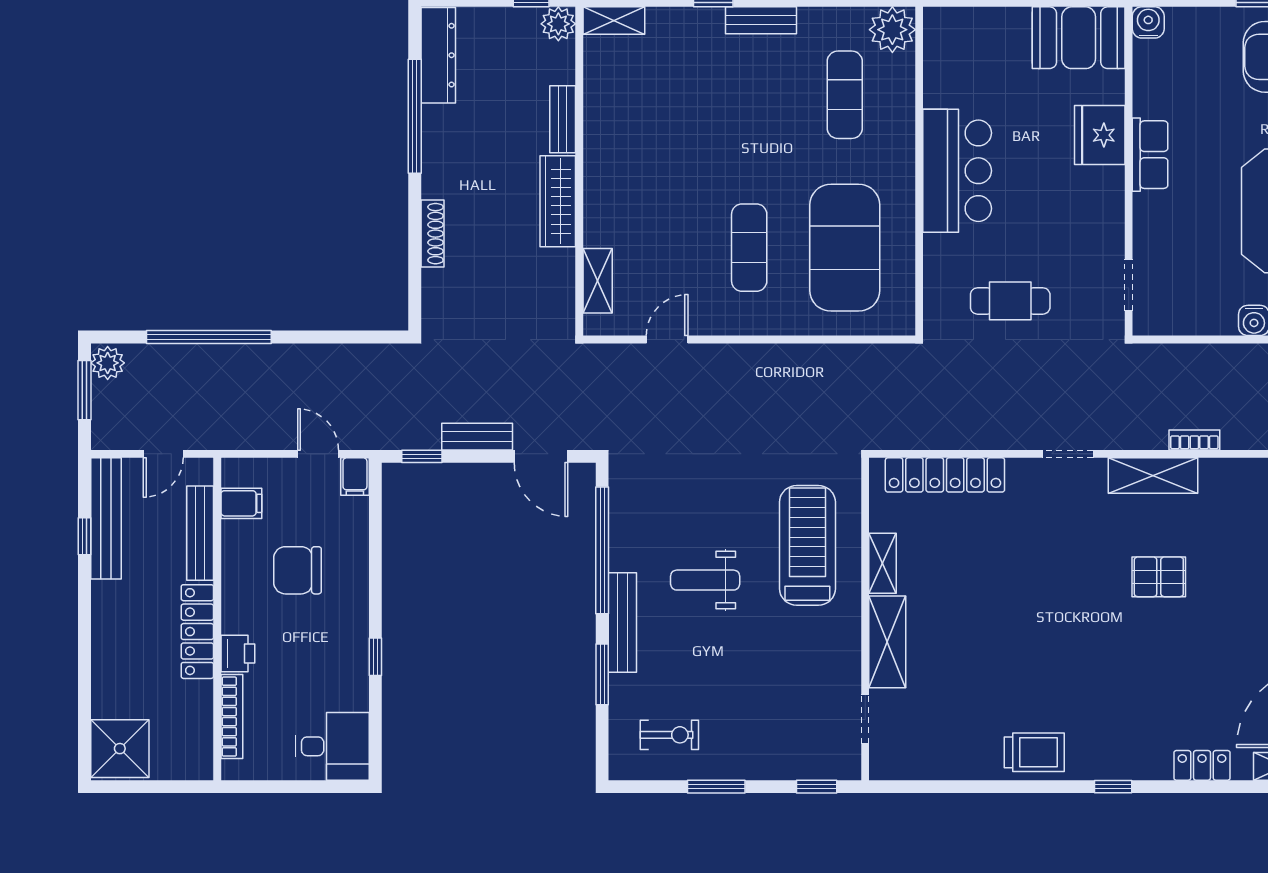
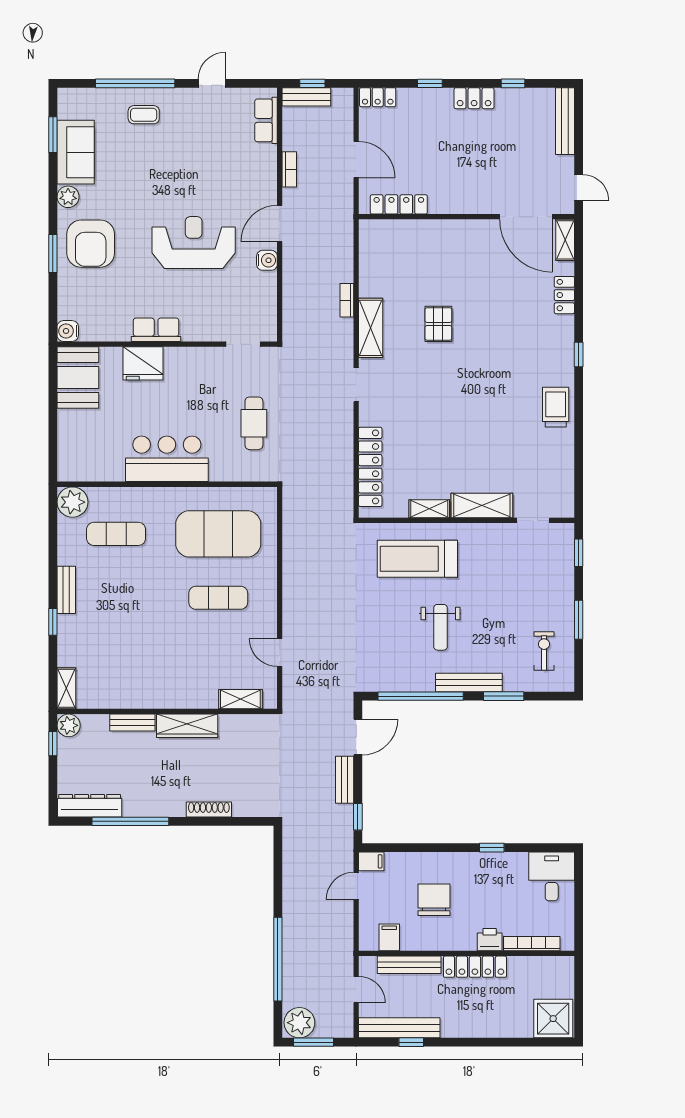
plant: (108, 363) -> (299, 1023), width x1.36, depth x1.36
chair: (298, 570) -> (434, 900), turned 180

